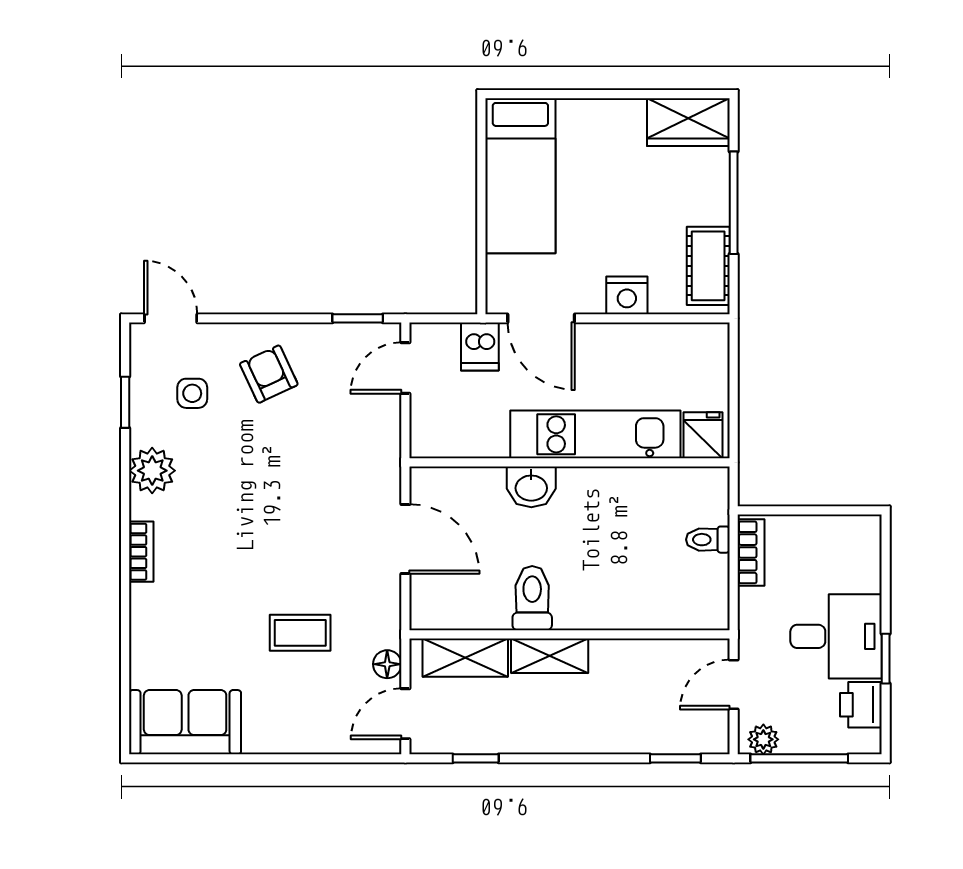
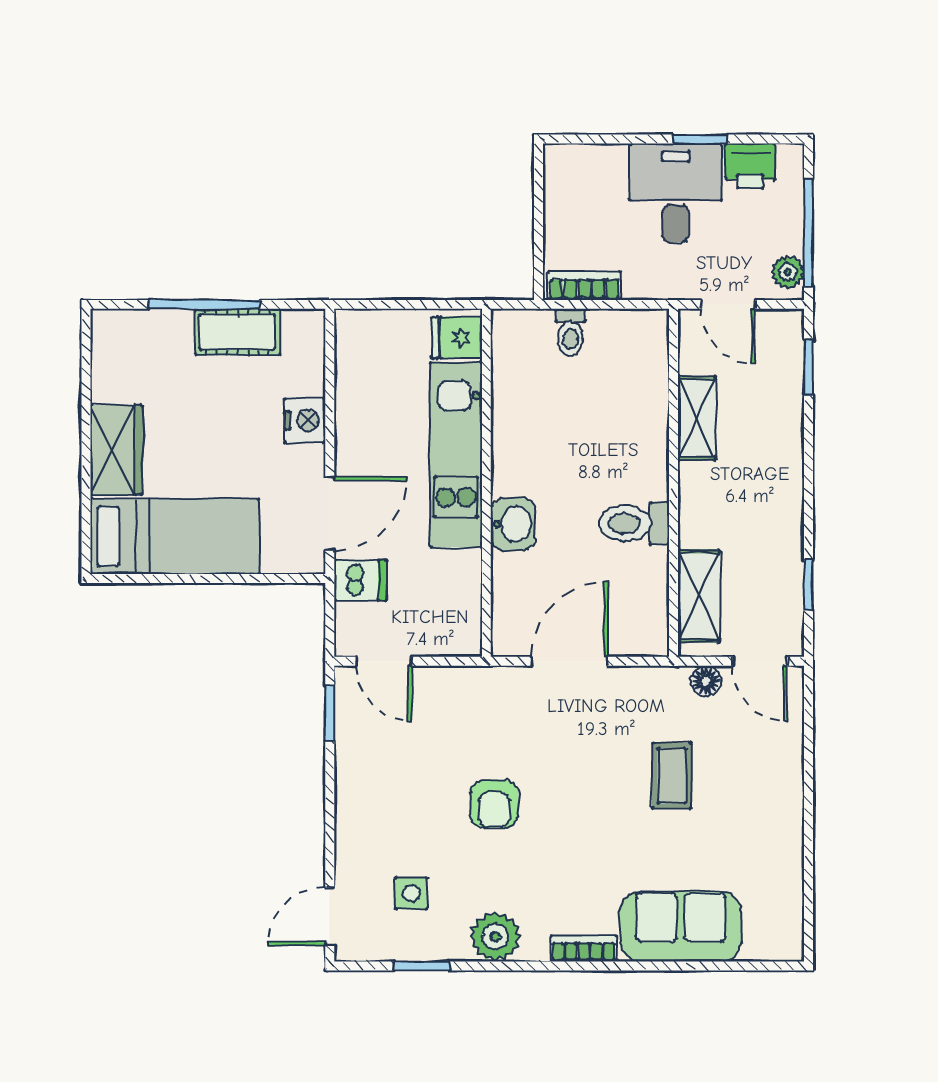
wardrobe: (688, 122) -> (116, 450), moved
cot: (708, 266) -> (237, 332), moved
armchair: (269, 374) -> (494, 804), moved, turned -65
shelving: (550, 656) -> (697, 418), moved
sofa: (185, 722) -> (681, 926), moved, turned 90

